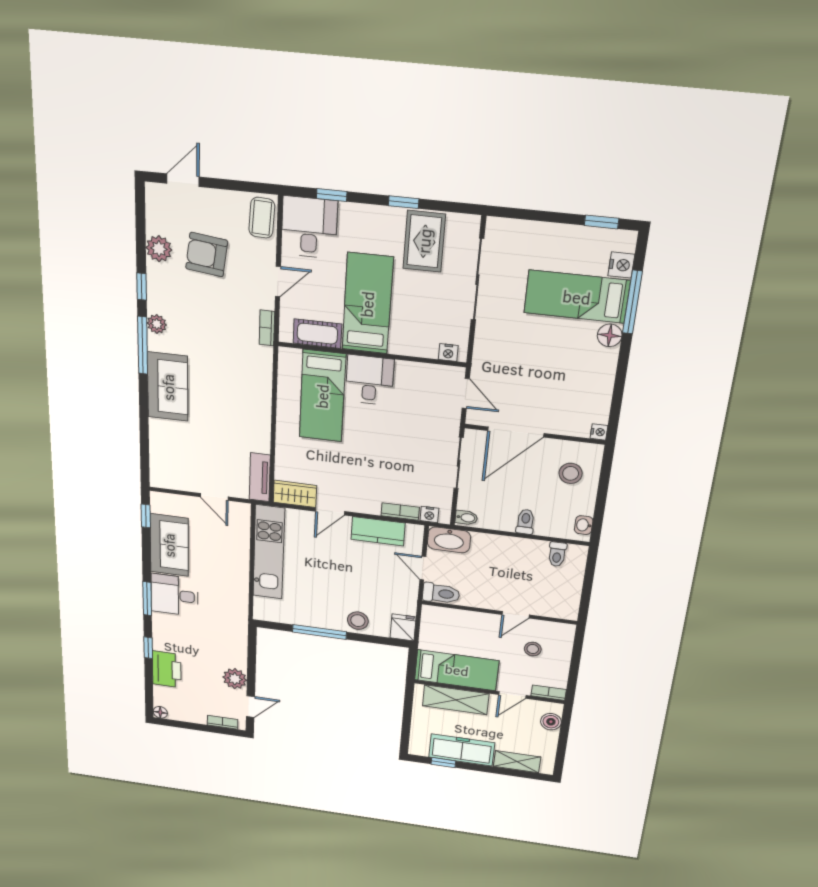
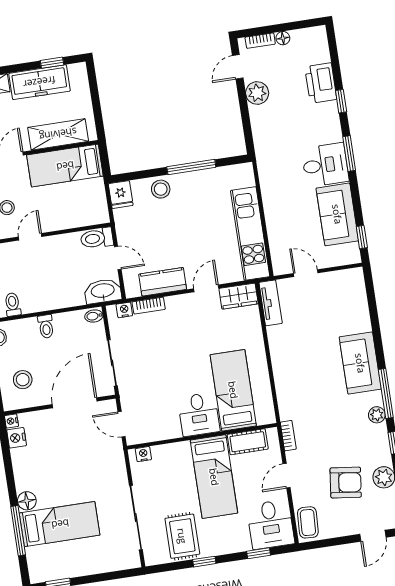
nightstand: (621, 265) -> (17, 438), moved
floor lamp: (160, 712) -> (283, 38), moved

